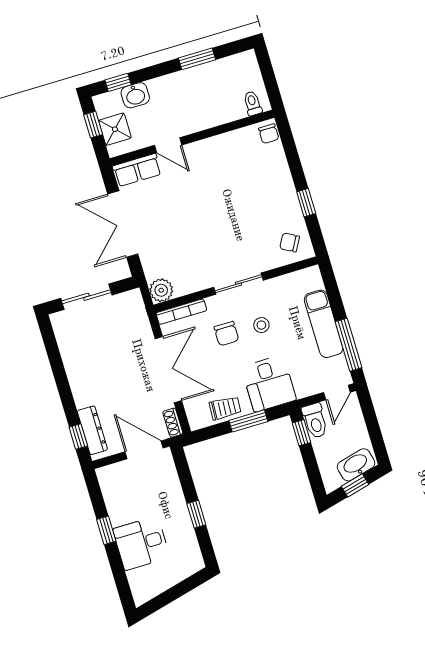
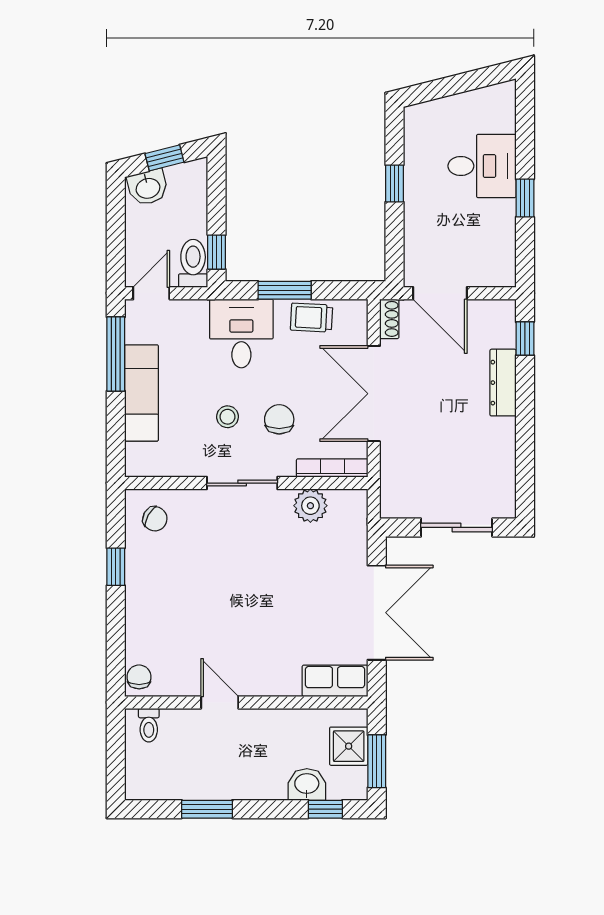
window: (93, 125) -> (377, 761), width x1.50
door: (168, 145) -> (220, 702), moved
plant: (161, 290) -> (310, 506), moved
dresser: (92, 430) -> (503, 383), moved
washbasin: (356, 465) -> (148, 187), width x0.72

